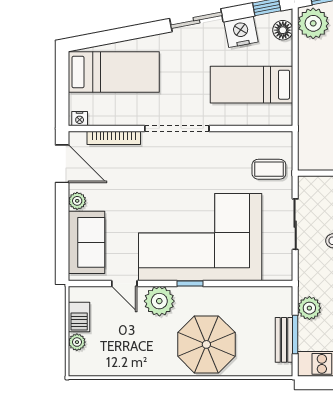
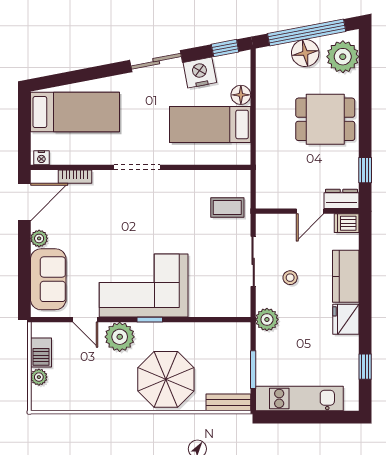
plant: (313, 23) -> (271, 64), removed
floor lamp: (283, 30) -> (241, 95), moved
doorway: (177, 129) -> (137, 167), width x0.73
bookcase: (114, 138) -> (75, 177), width x0.64
door: (62, 164) -> (24, 202), hinge flipped
corner sofa: (200, 237) -> (144, 285), width x0.73, depth x0.74
plant: (309, 308) -> (267, 319), moved
bench: (284, 340) -> (228, 402), moved, turned 90

